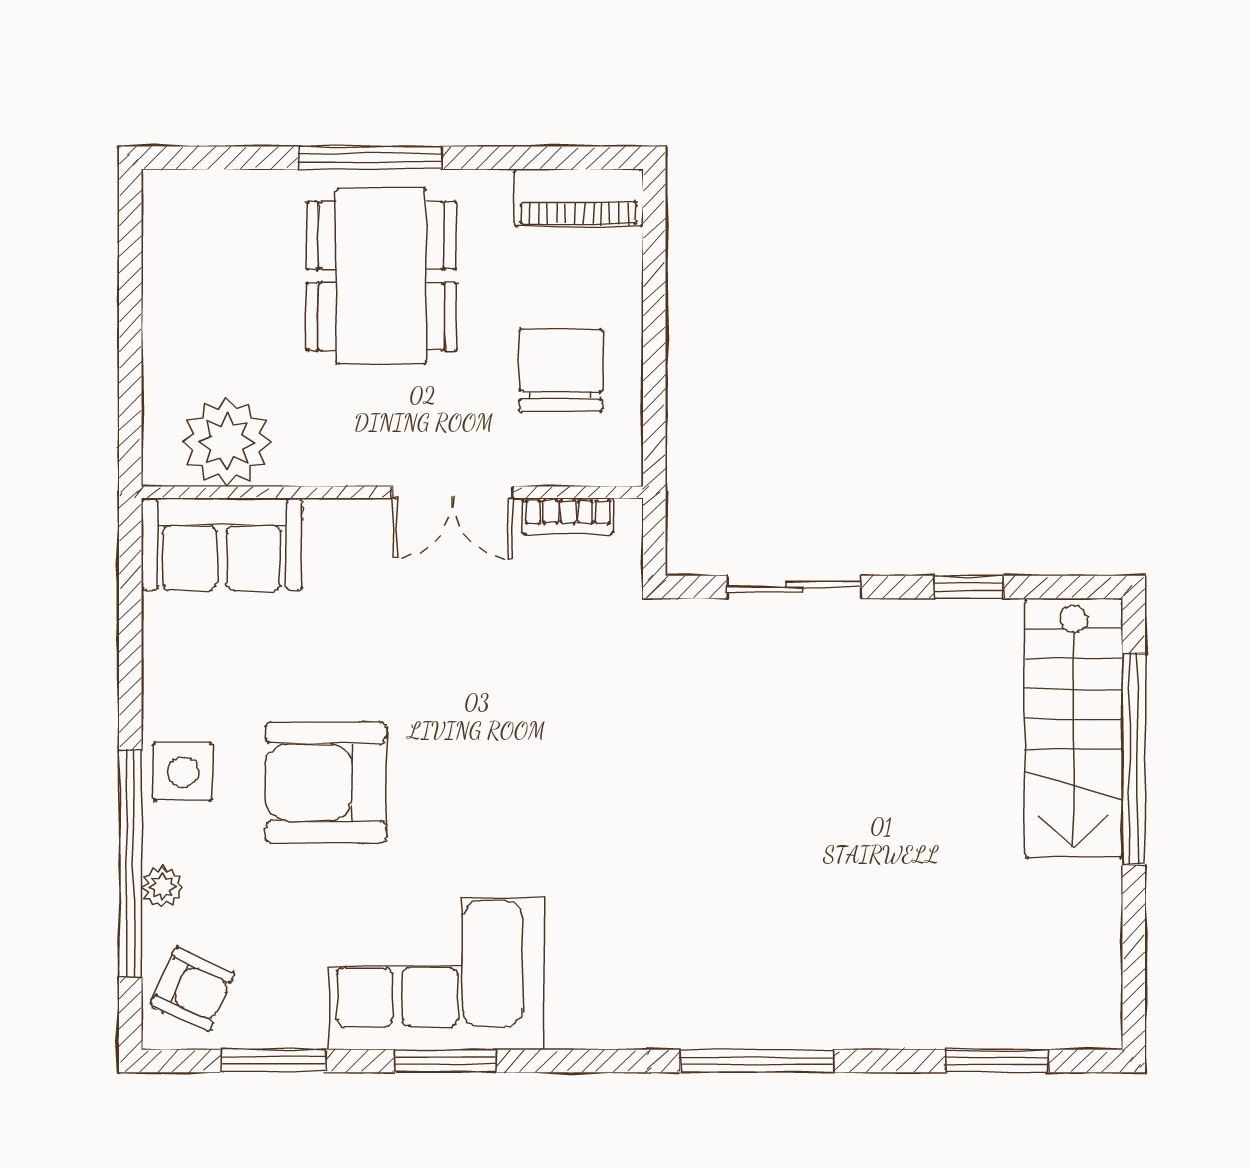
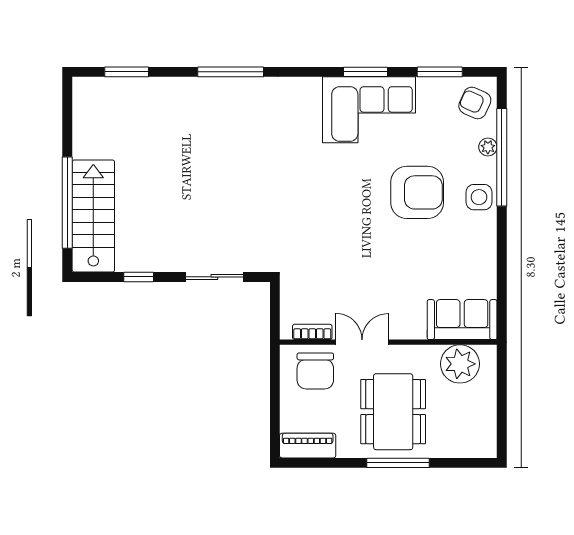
plant: (227, 442) -> (460, 364), moved
wall: (392, 492) -> (388, 342), moved
double door: (453, 492) -> (362, 342), moved
bookcase: (568, 516) -> (312, 332), moved
sofa: (222, 544) -> (462, 320), moved

